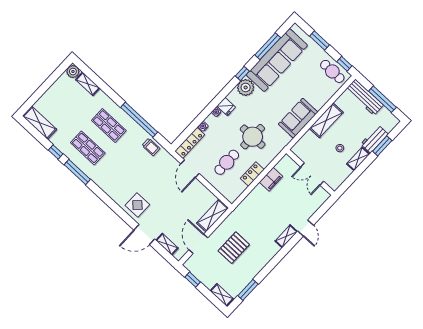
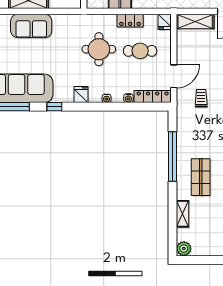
shelving: (88, 84) -> (182, 214), moved
plant: (246, 87) -> (63, 93), removed
fridge: (226, 107) -> (81, 94), moved
sofa: (298, 118) -> (31, 26), moved
trolley: (151, 147) -> (201, 98), moved
fridge: (231, 196) -> (165, 22), added

